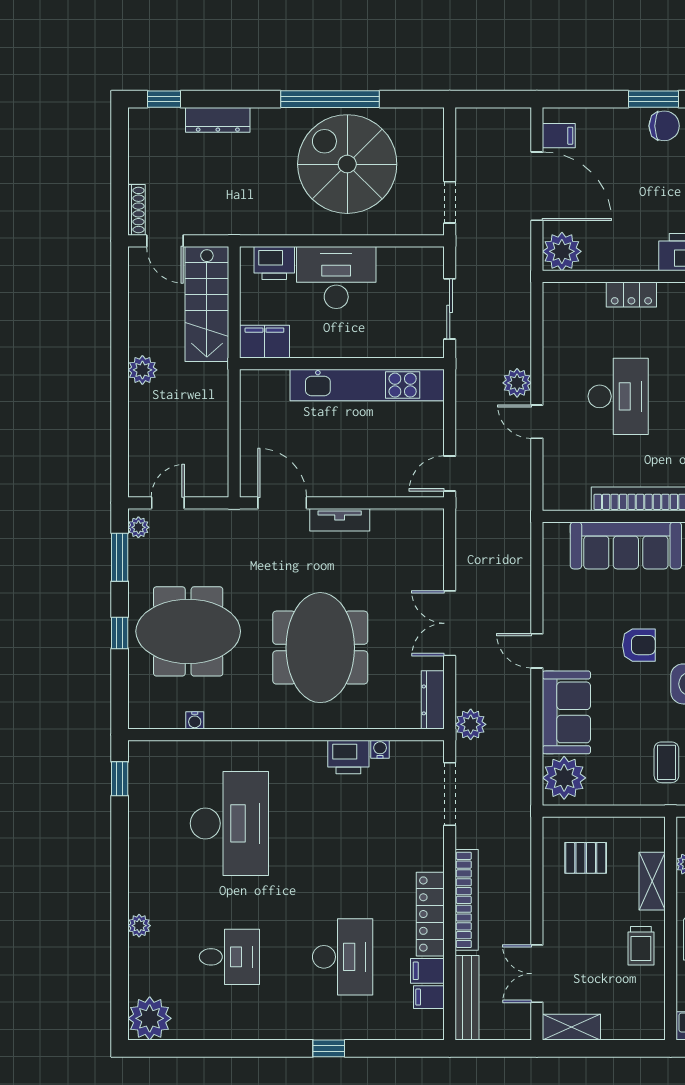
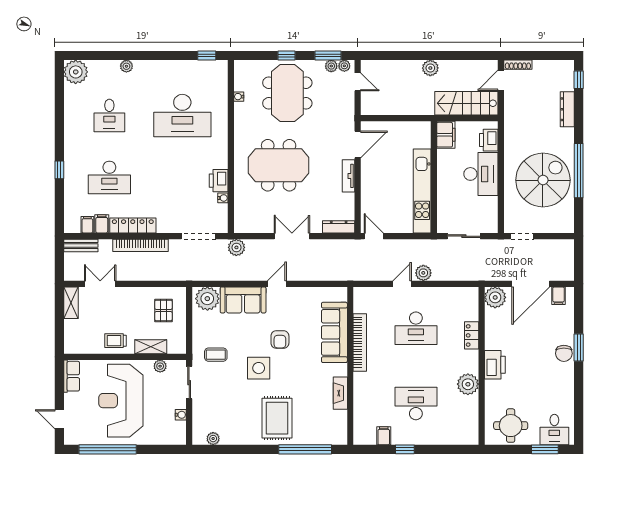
plant: (139, 551) -> (331, 66), added
dresser: (433, 700) -> (339, 227), moved
bench: (467, 998) -> (81, 246), width x0.73

